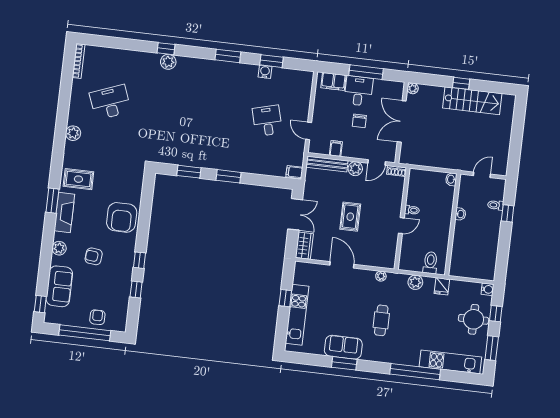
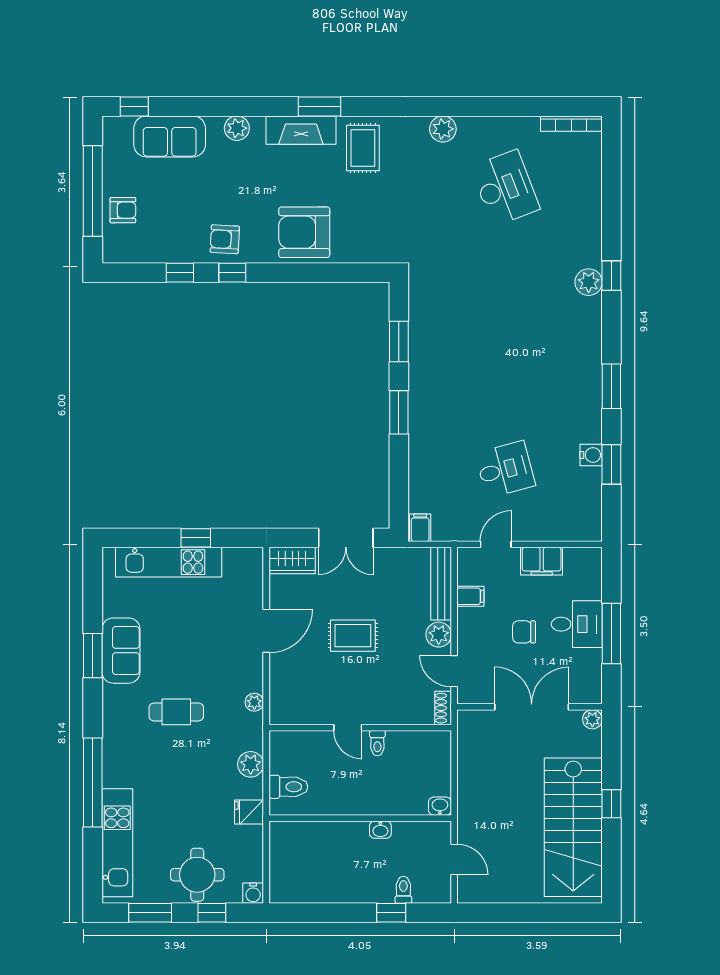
filing cabinet: (333, 81) -> (542, 561), moved, turned -90
stairs: (472, 101) -> (573, 827), width x1.36, depth x1.51
armchair: (94, 256) -> (225, 239), moved, turned -93

